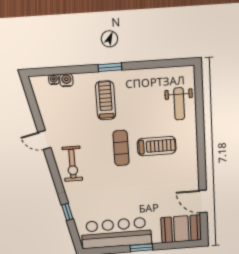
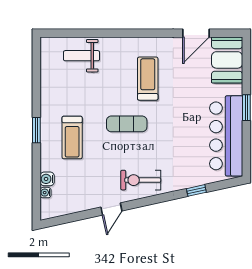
treadmill: (106, 100) -> (72, 137), turned -90
weight bench: (179, 104) -> (82, 56), turned 180
treadmill: (157, 146) -> (148, 79), moved
exercise bike: (72, 164) -> (141, 180), turned 180

